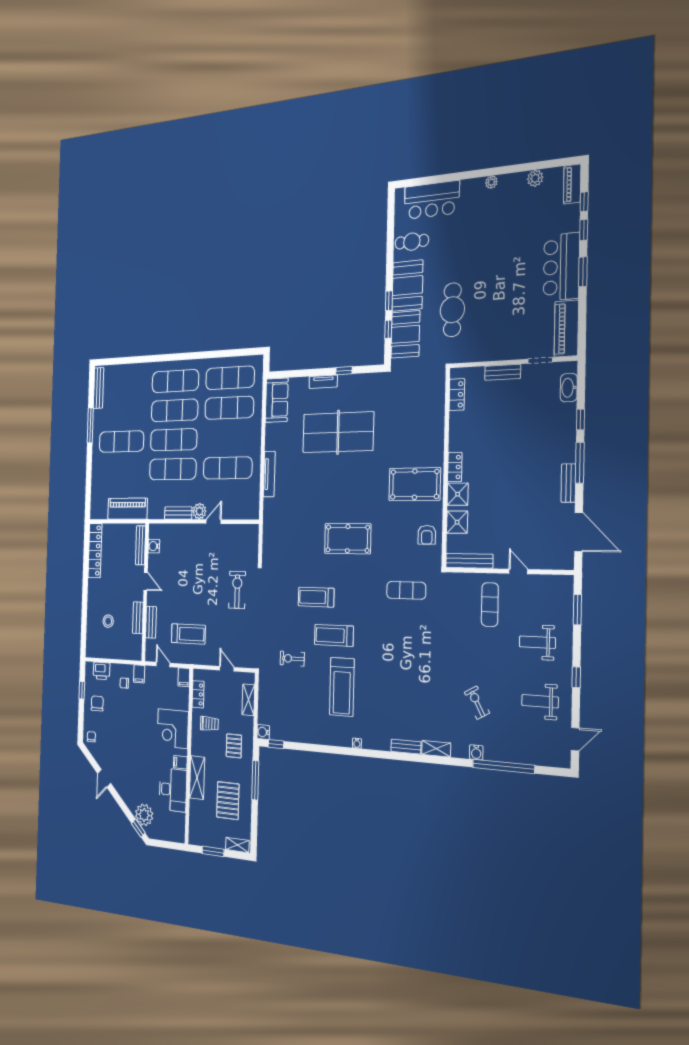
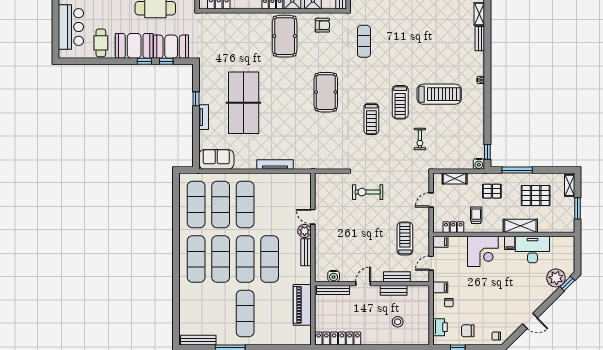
exercise mat: (228, 468) -> (245, 204), moved

